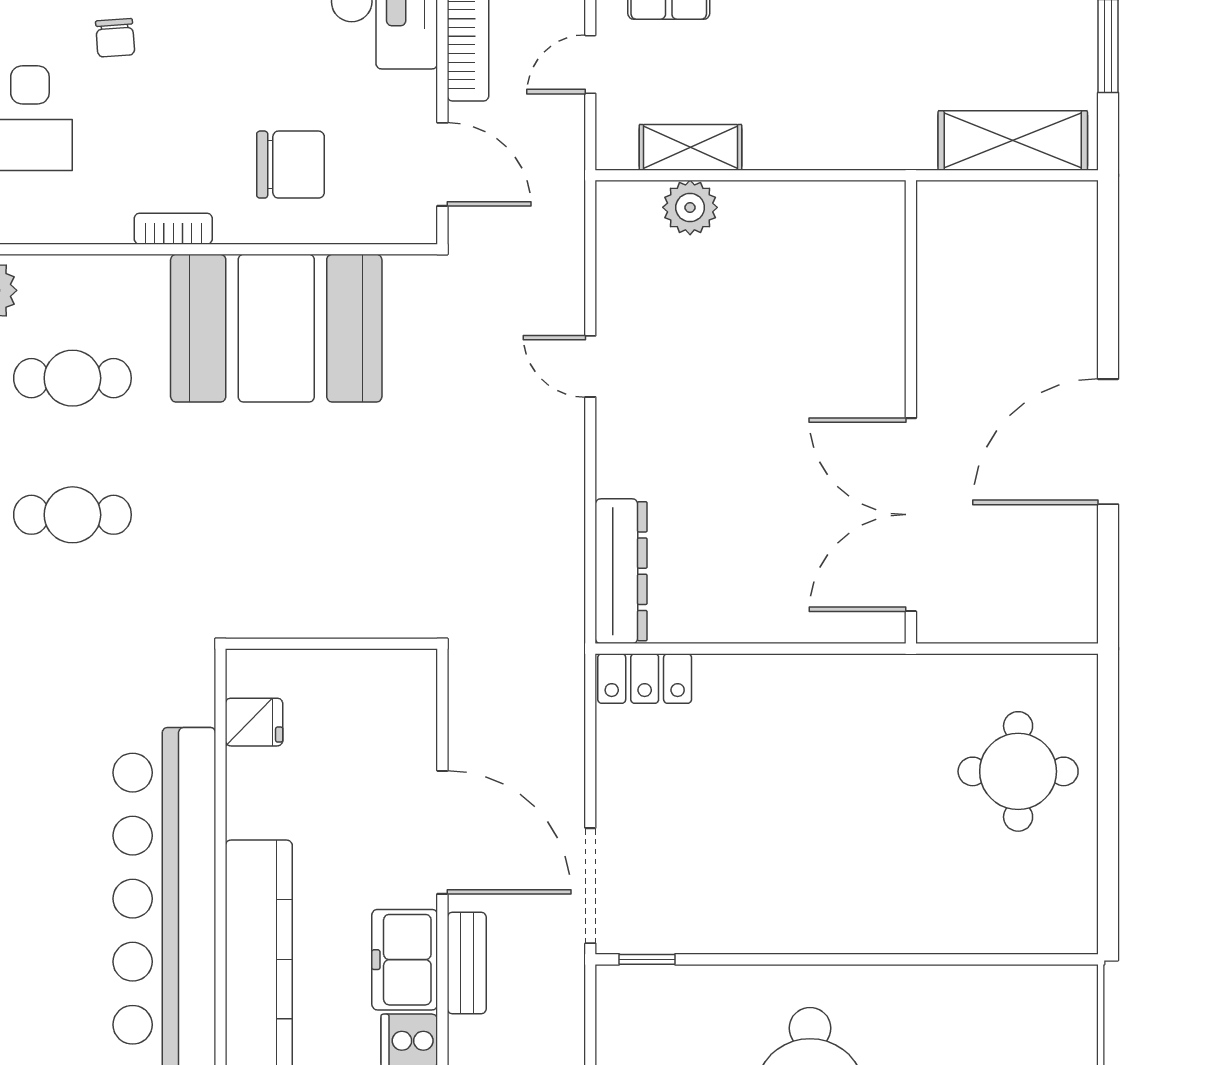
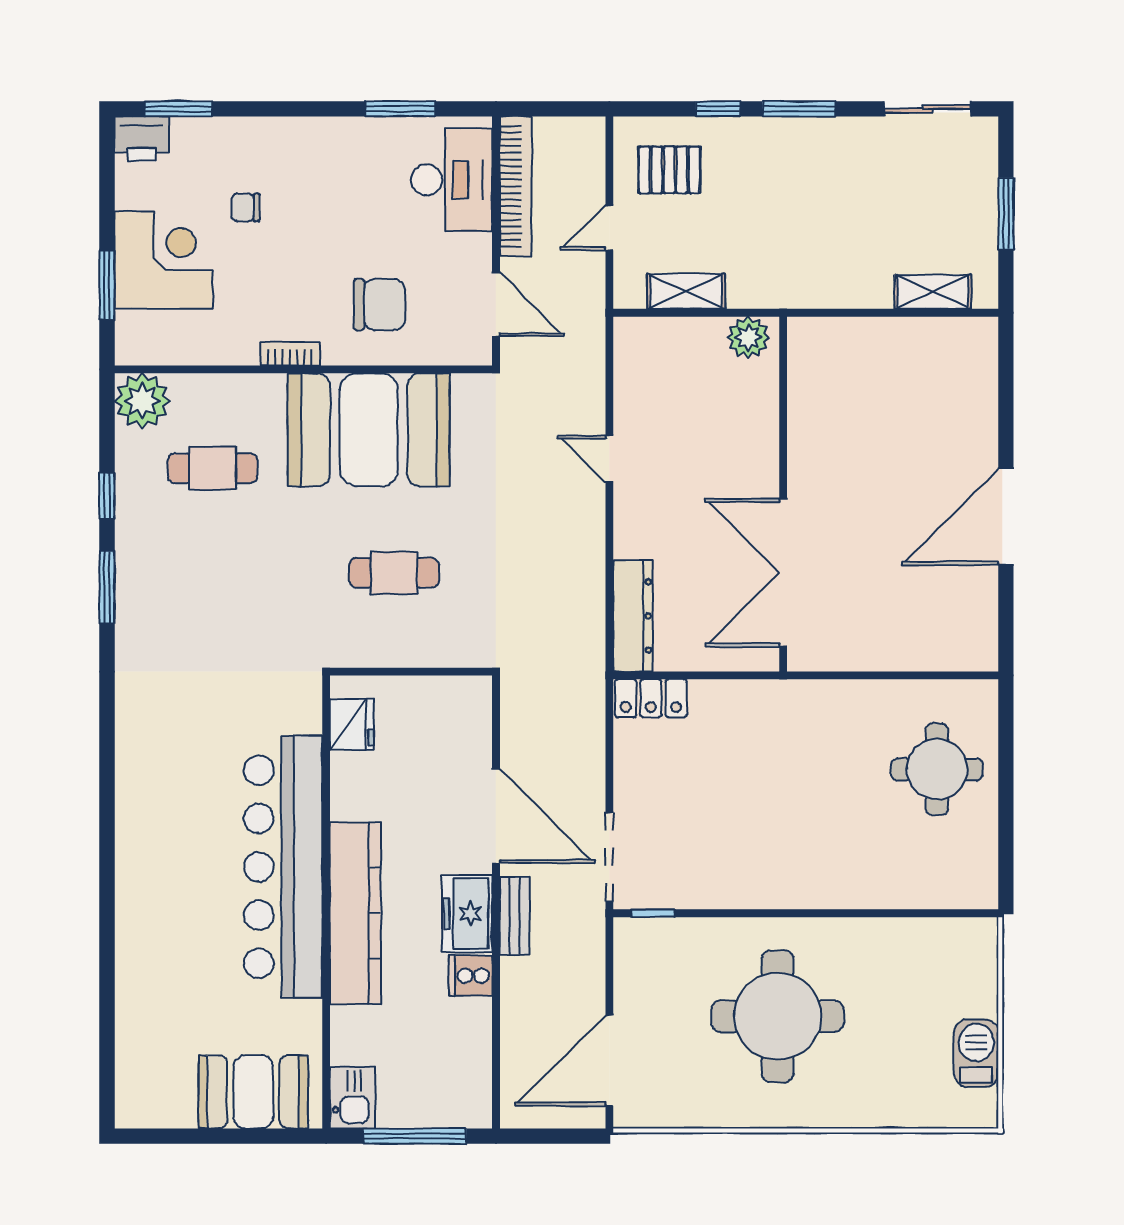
chair: (115, 38) -> (245, 207), turned 94
shelving: (1013, 140) -> (933, 292), width x0.67, depth x0.75
plant: (690, 207) -> (748, 337), moved
wall: (911, 412) -> (783, 494), moved
cafe table: (72, 515) -> (394, 573), moved
double door: (911, 515) -> (783, 573), moved
fridge: (254, 722) -> (352, 724), width x1.38

